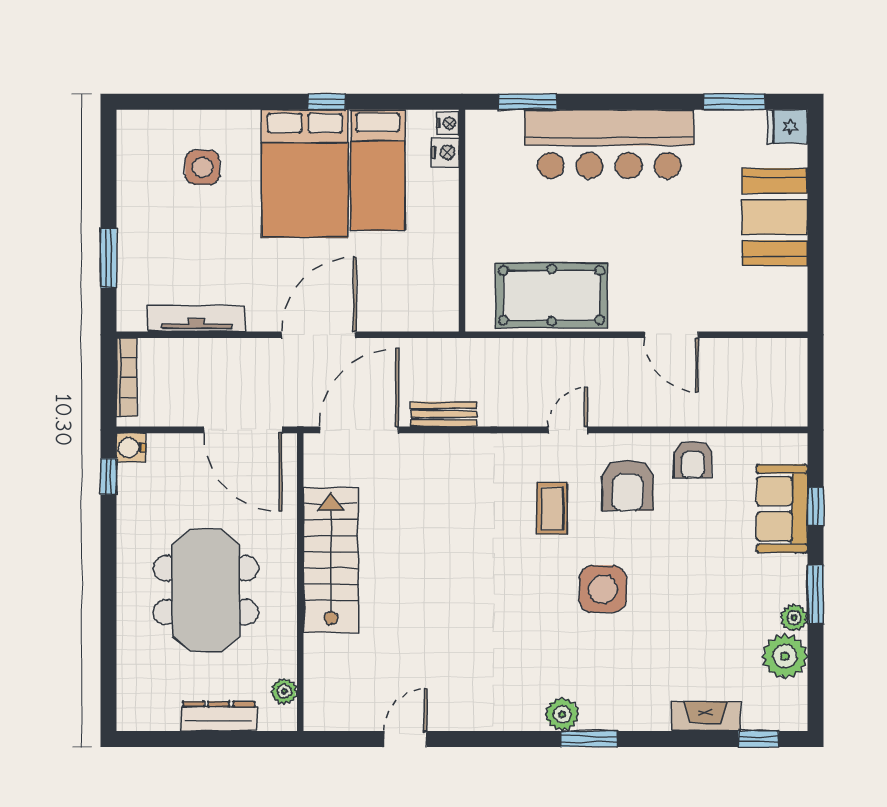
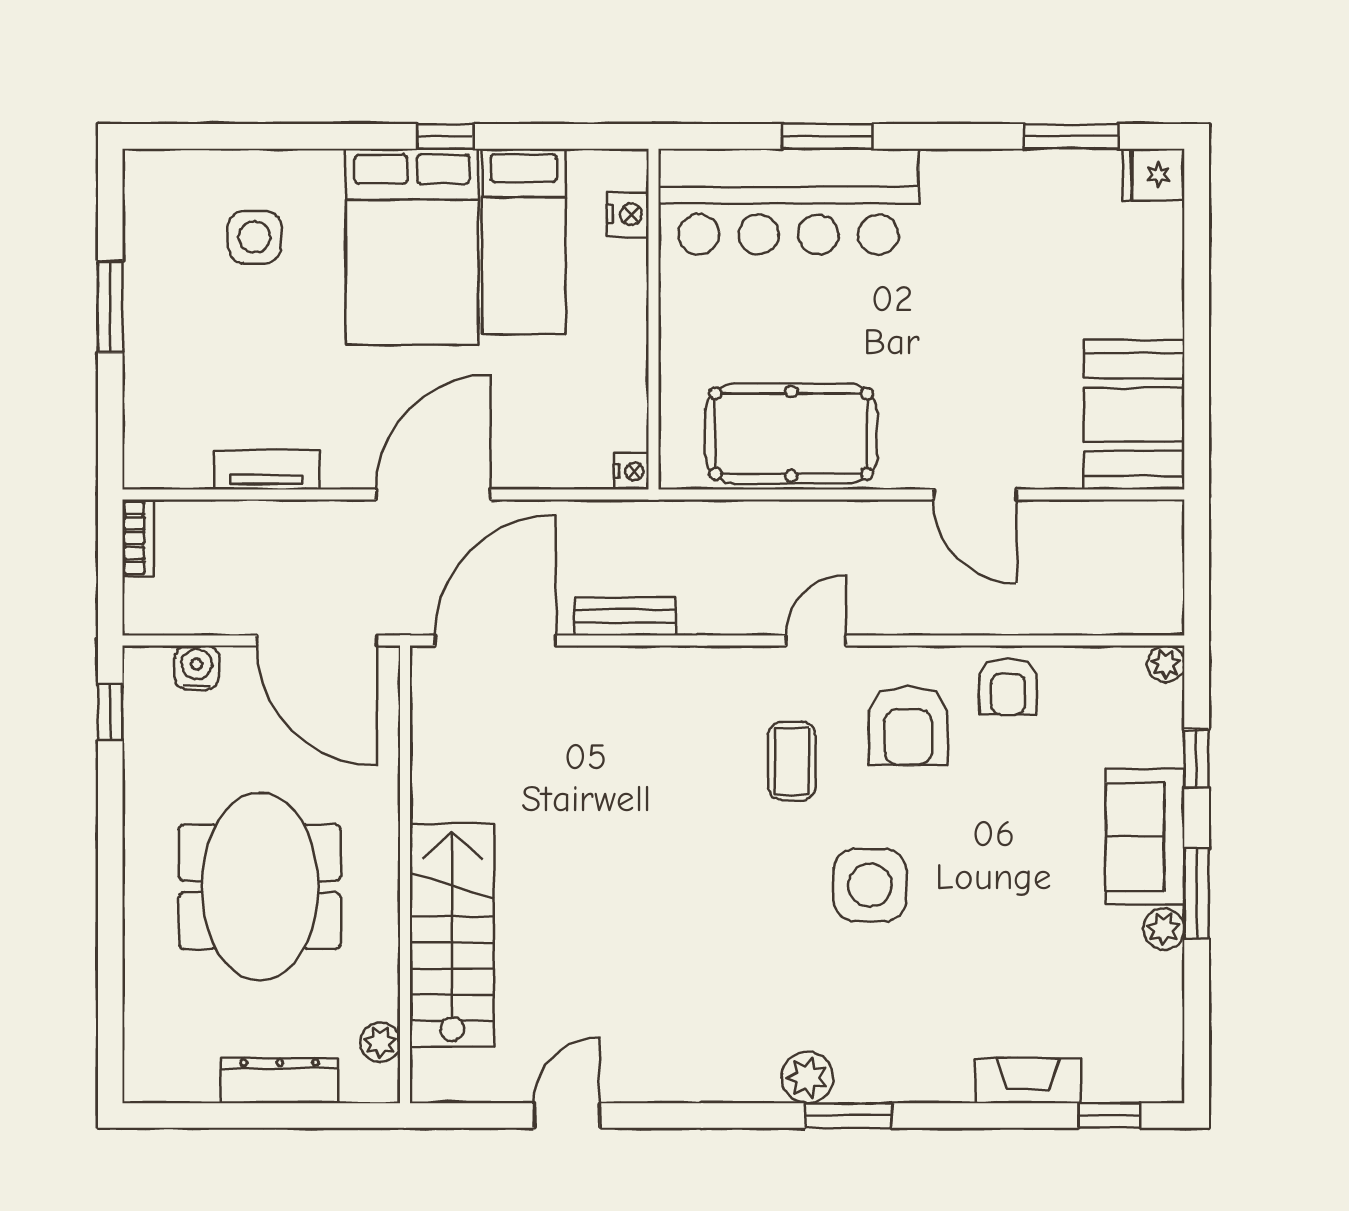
window: (528, 102) -> (827, 136), moved
nightstand: (448, 123) -> (631, 471), moved
bar counter: (609, 144) -> (788, 202), moved
booth: (775, 217) -> (1134, 415), moved
window: (109, 258) -> (110, 307), moved
tv unit: (196, 319) -> (267, 469), width x0.71
bookcase: (127, 377) -> (138, 538), width x0.64
water cooler: (131, 448) -> (197, 668), moved, turned 90
sofa: (782, 509) -> (1145, 836), moved
stairs: (331, 560) -> (452, 935), moved
plant: (785, 656) -> (1166, 664), moved, width x0.53, depth x0.53

